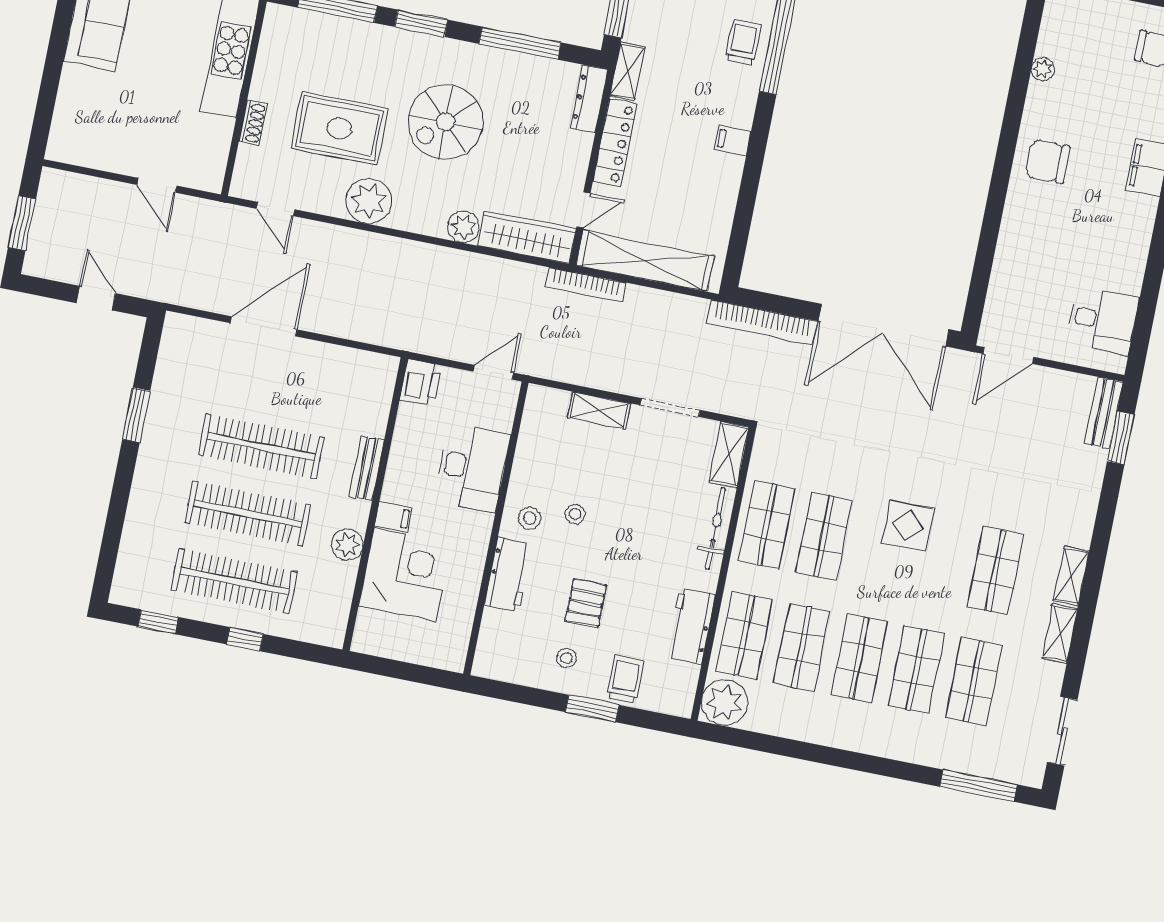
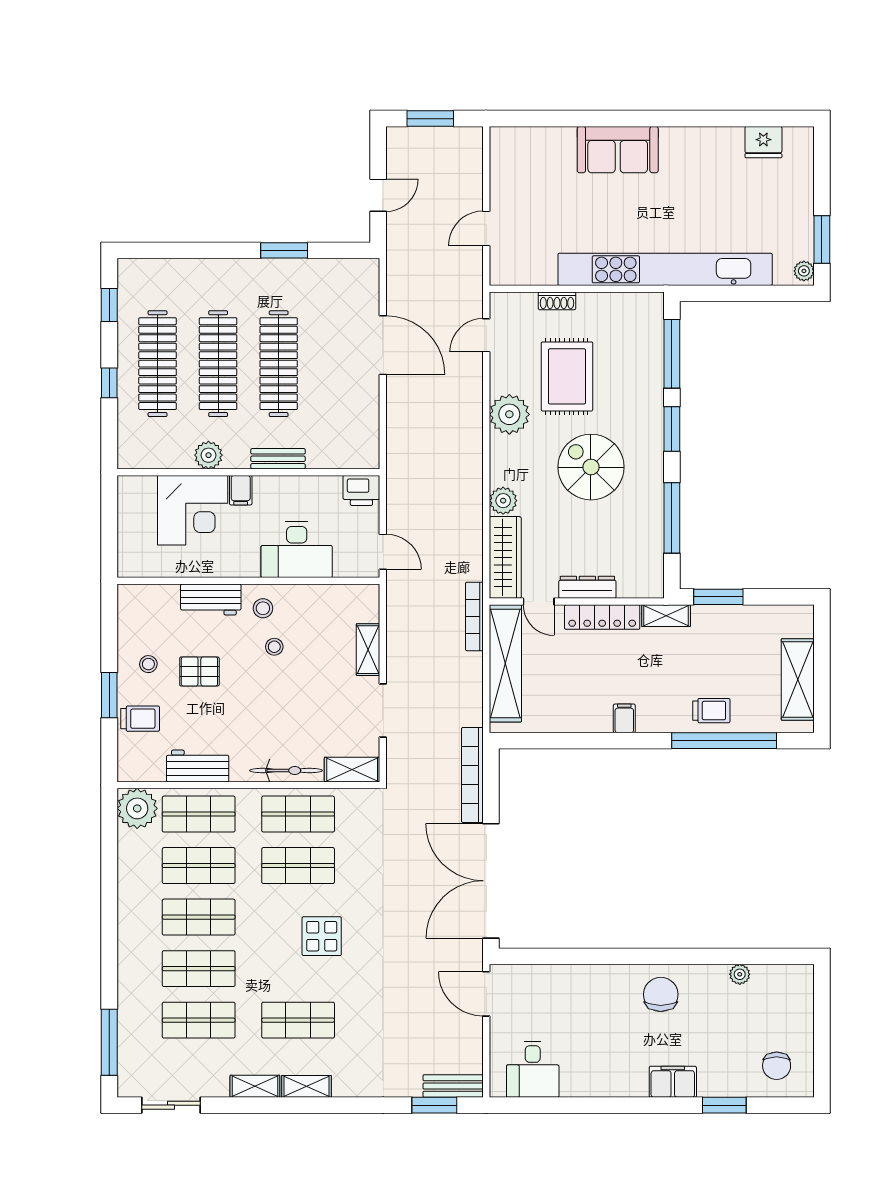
dresser: (589, 99) -> (587, 587), moved

